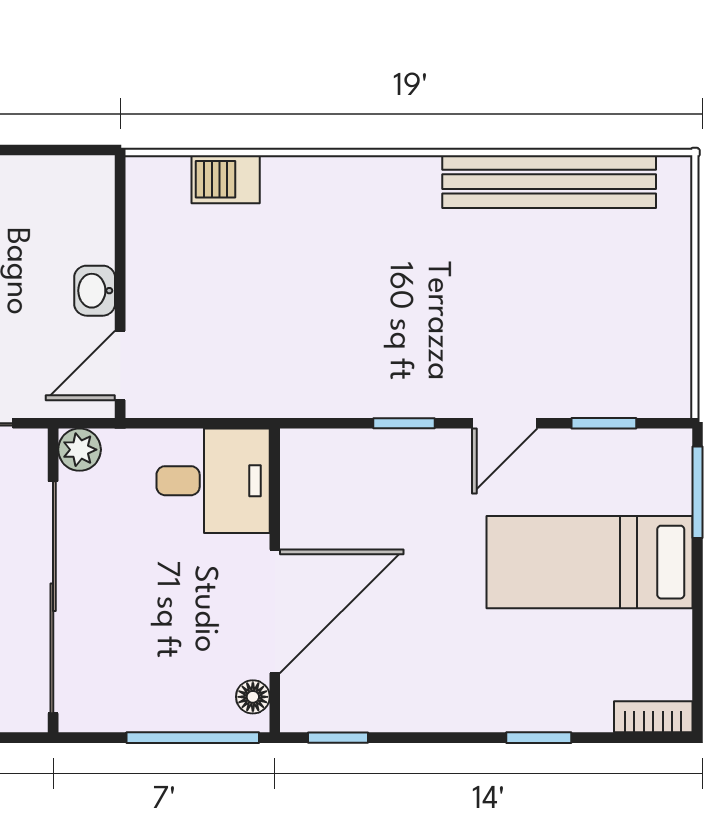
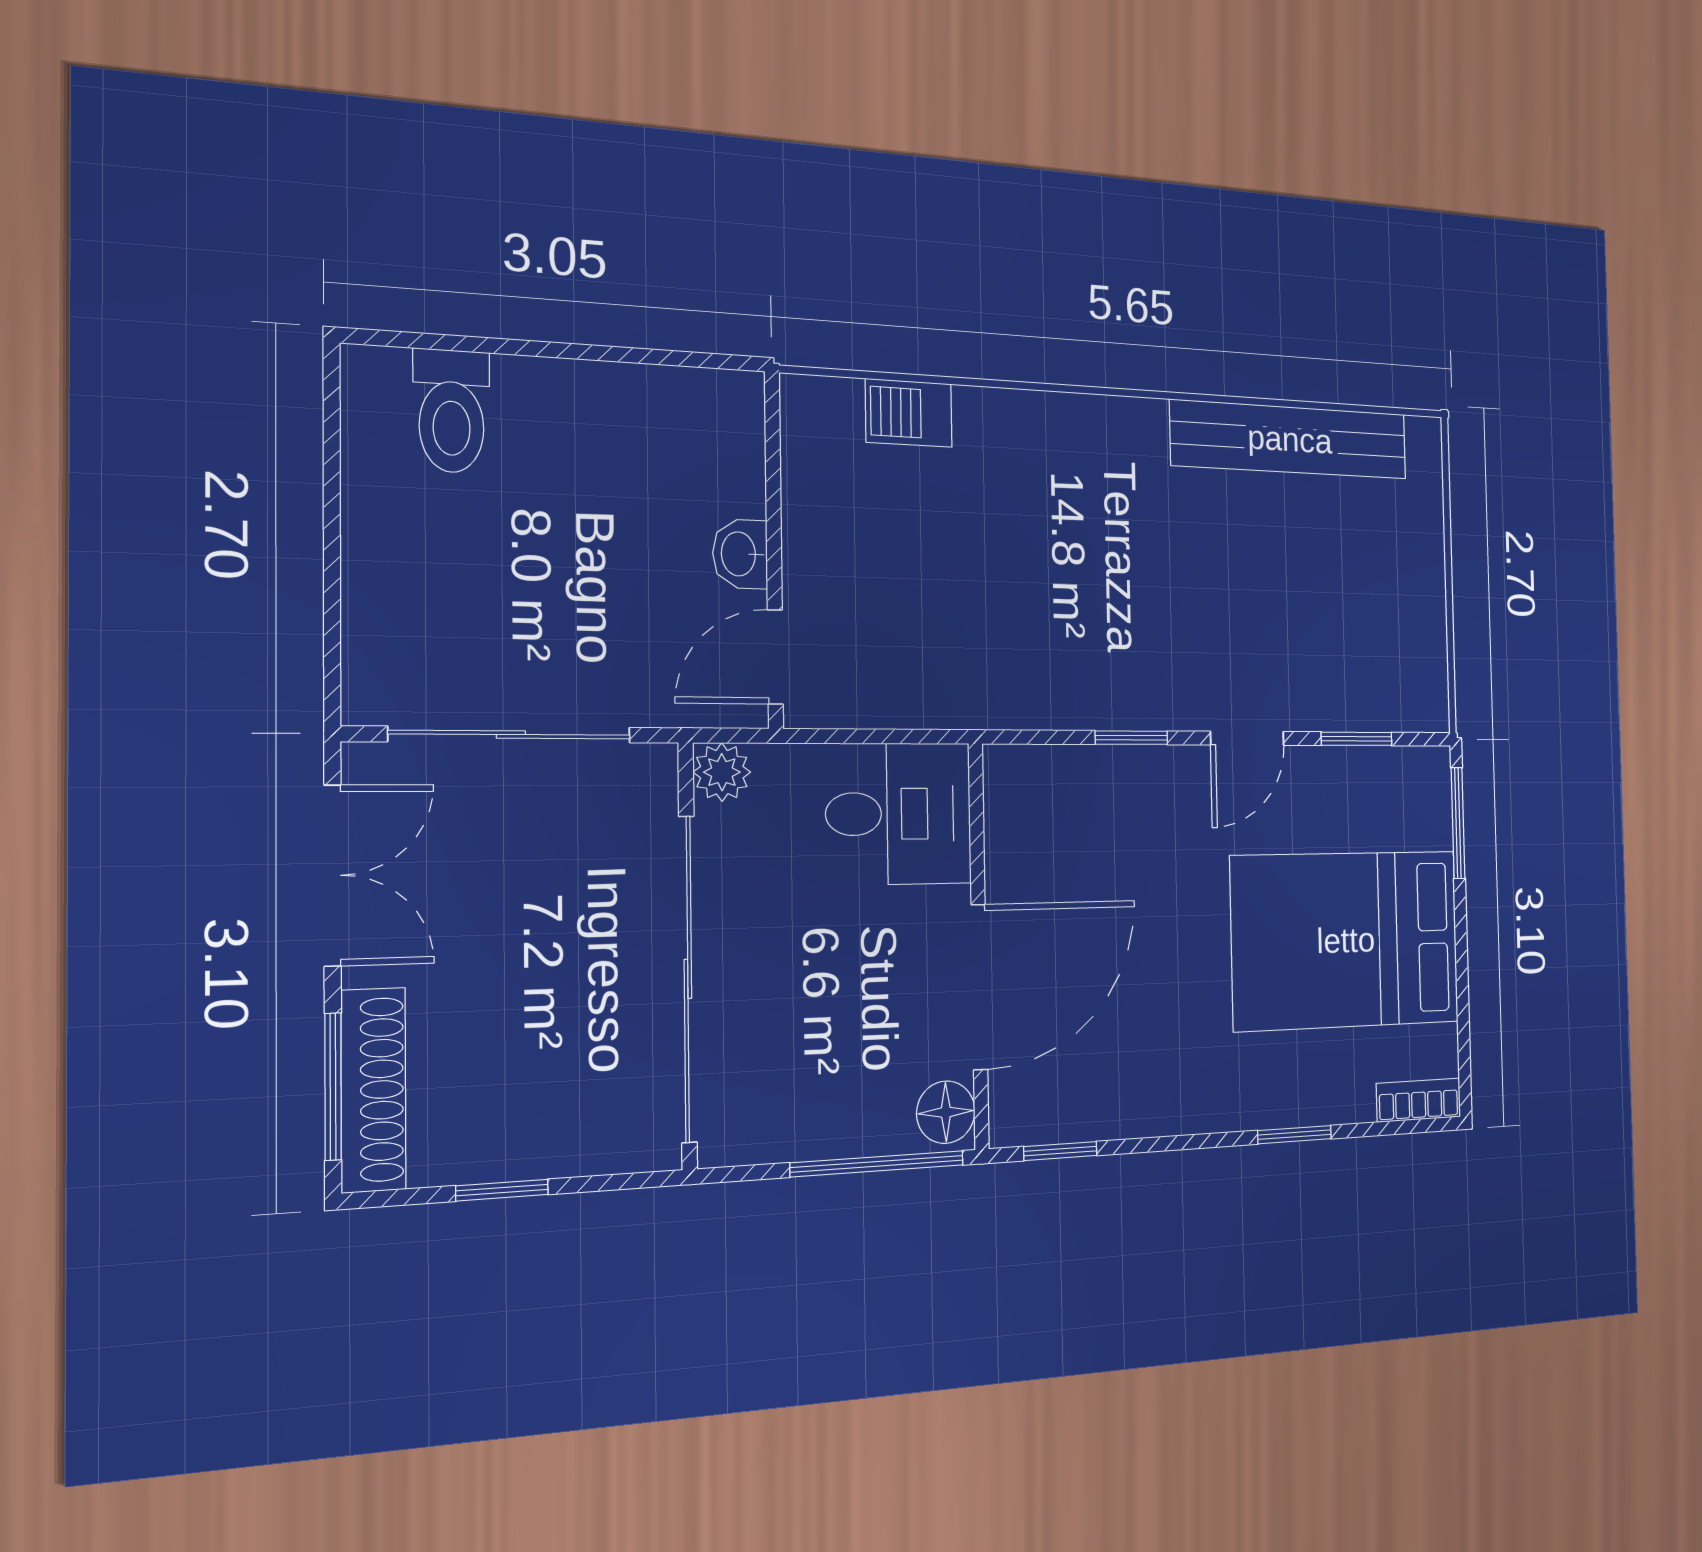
bed: (589, 562) -> (1346, 940), width x1.50
floor lamp: (253, 697) -> (946, 1112), width x1.37, depth x1.37

